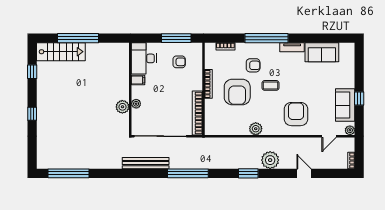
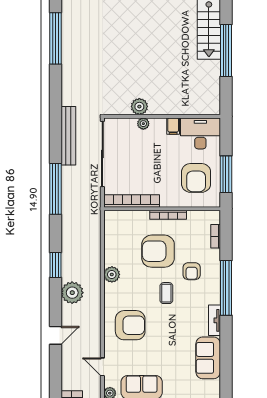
armchair: (179, 62) -> (196, 178), width x1.88, depth x1.88

